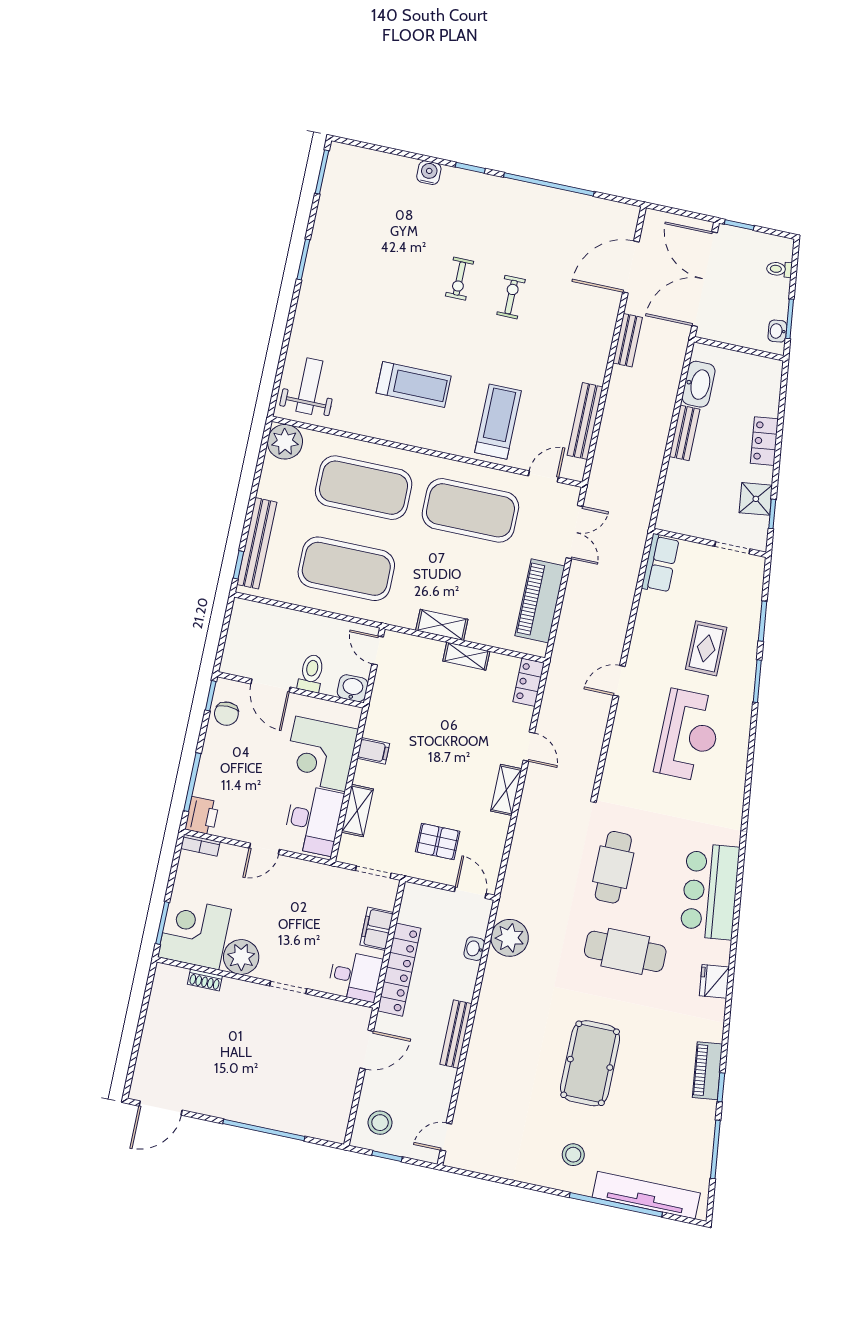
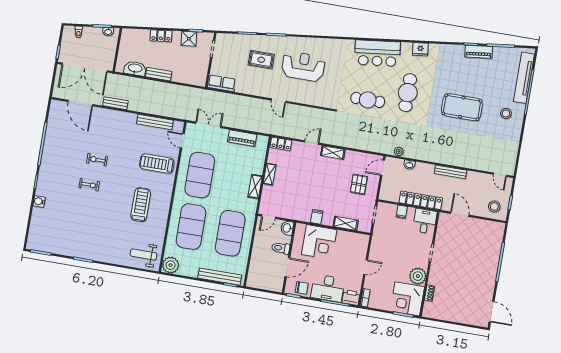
piano: (540, 601) -> (242, 138), width x0.73, depth x0.75
desk: (313, 820) -> (328, 288), moved, turned 180
door: (264, 849) -> (366, 267), hinge flipped
filing cabinet: (377, 929) -> (402, 212), width x0.50
plant: (510, 938) -> (399, 151), width x0.53, depth x0.53
piano: (707, 1071) -> (479, 52), moved

